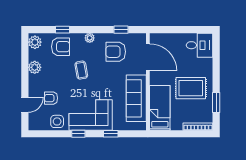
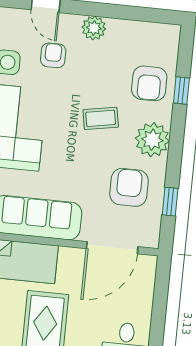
plant: (90, 38) -> (152, 140), width x1.88, depth x1.88
plant: (35, 42) -> (163, 35), removed
plant: (35, 67) -> (94, 28), moved

